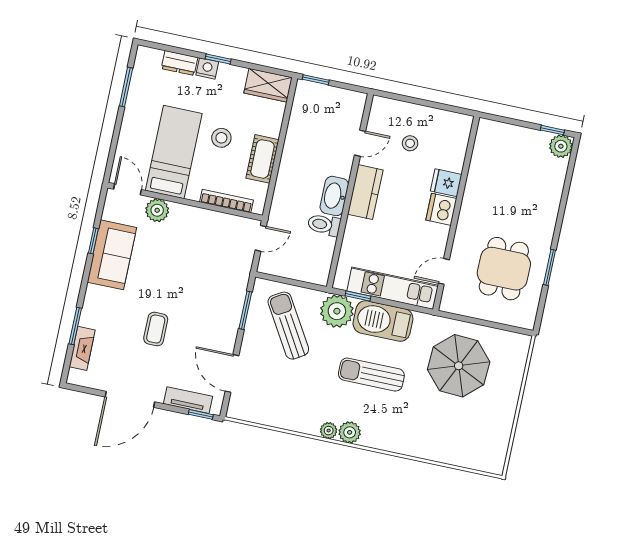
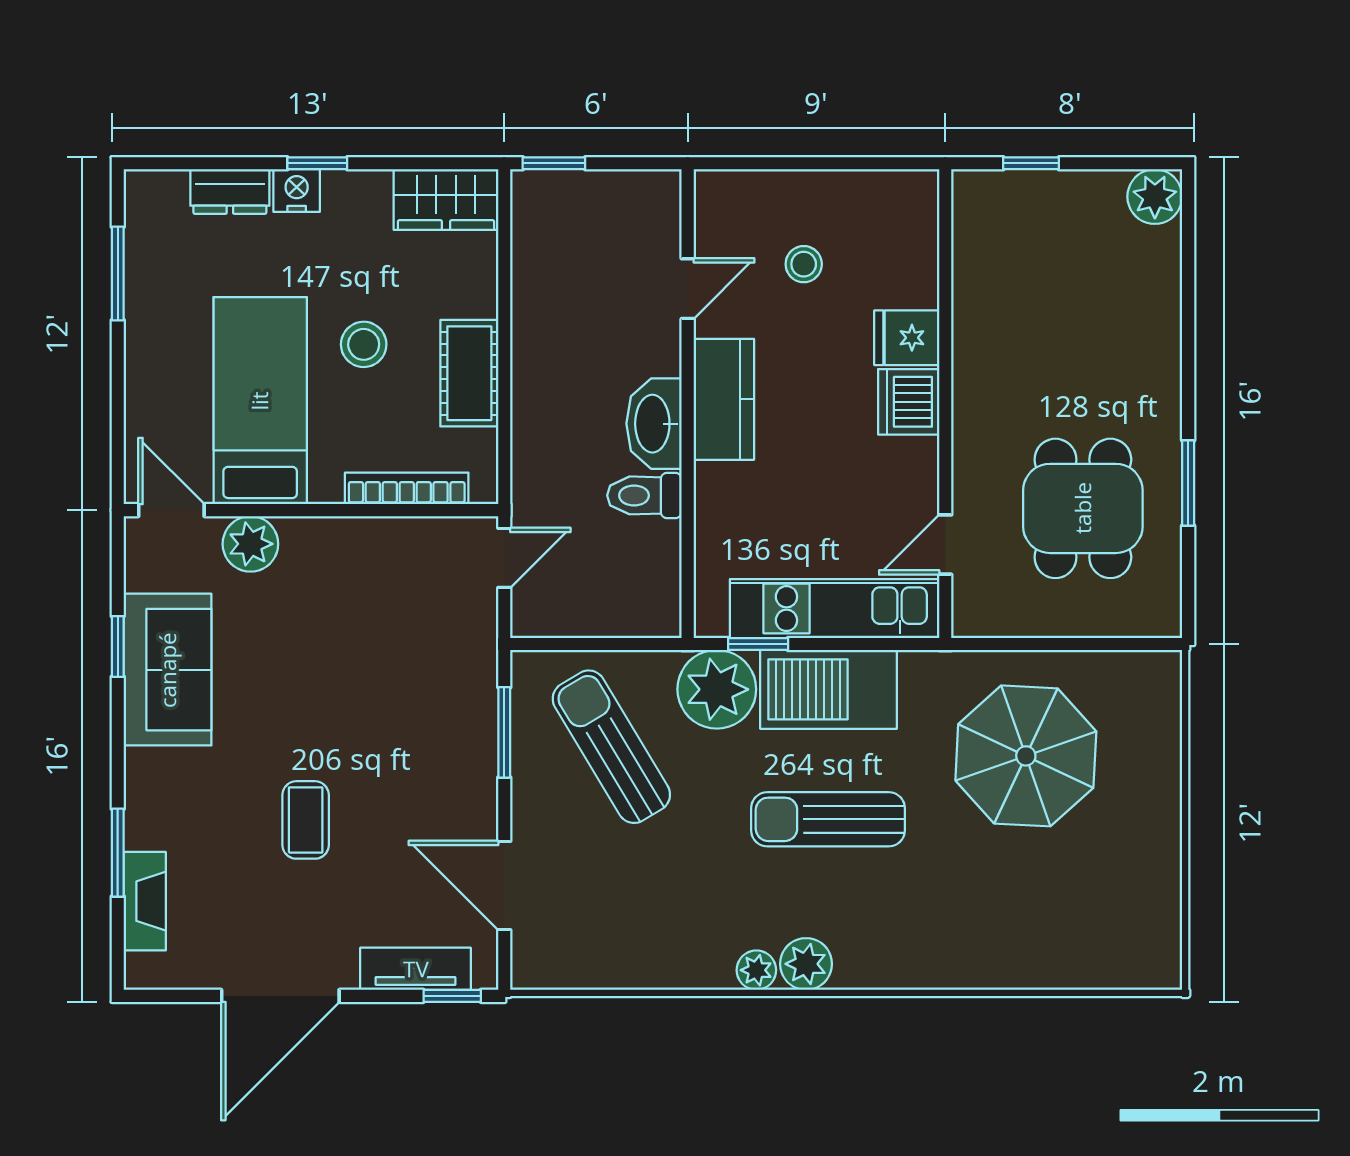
window: (552, 130) -> (1031, 163), moved

